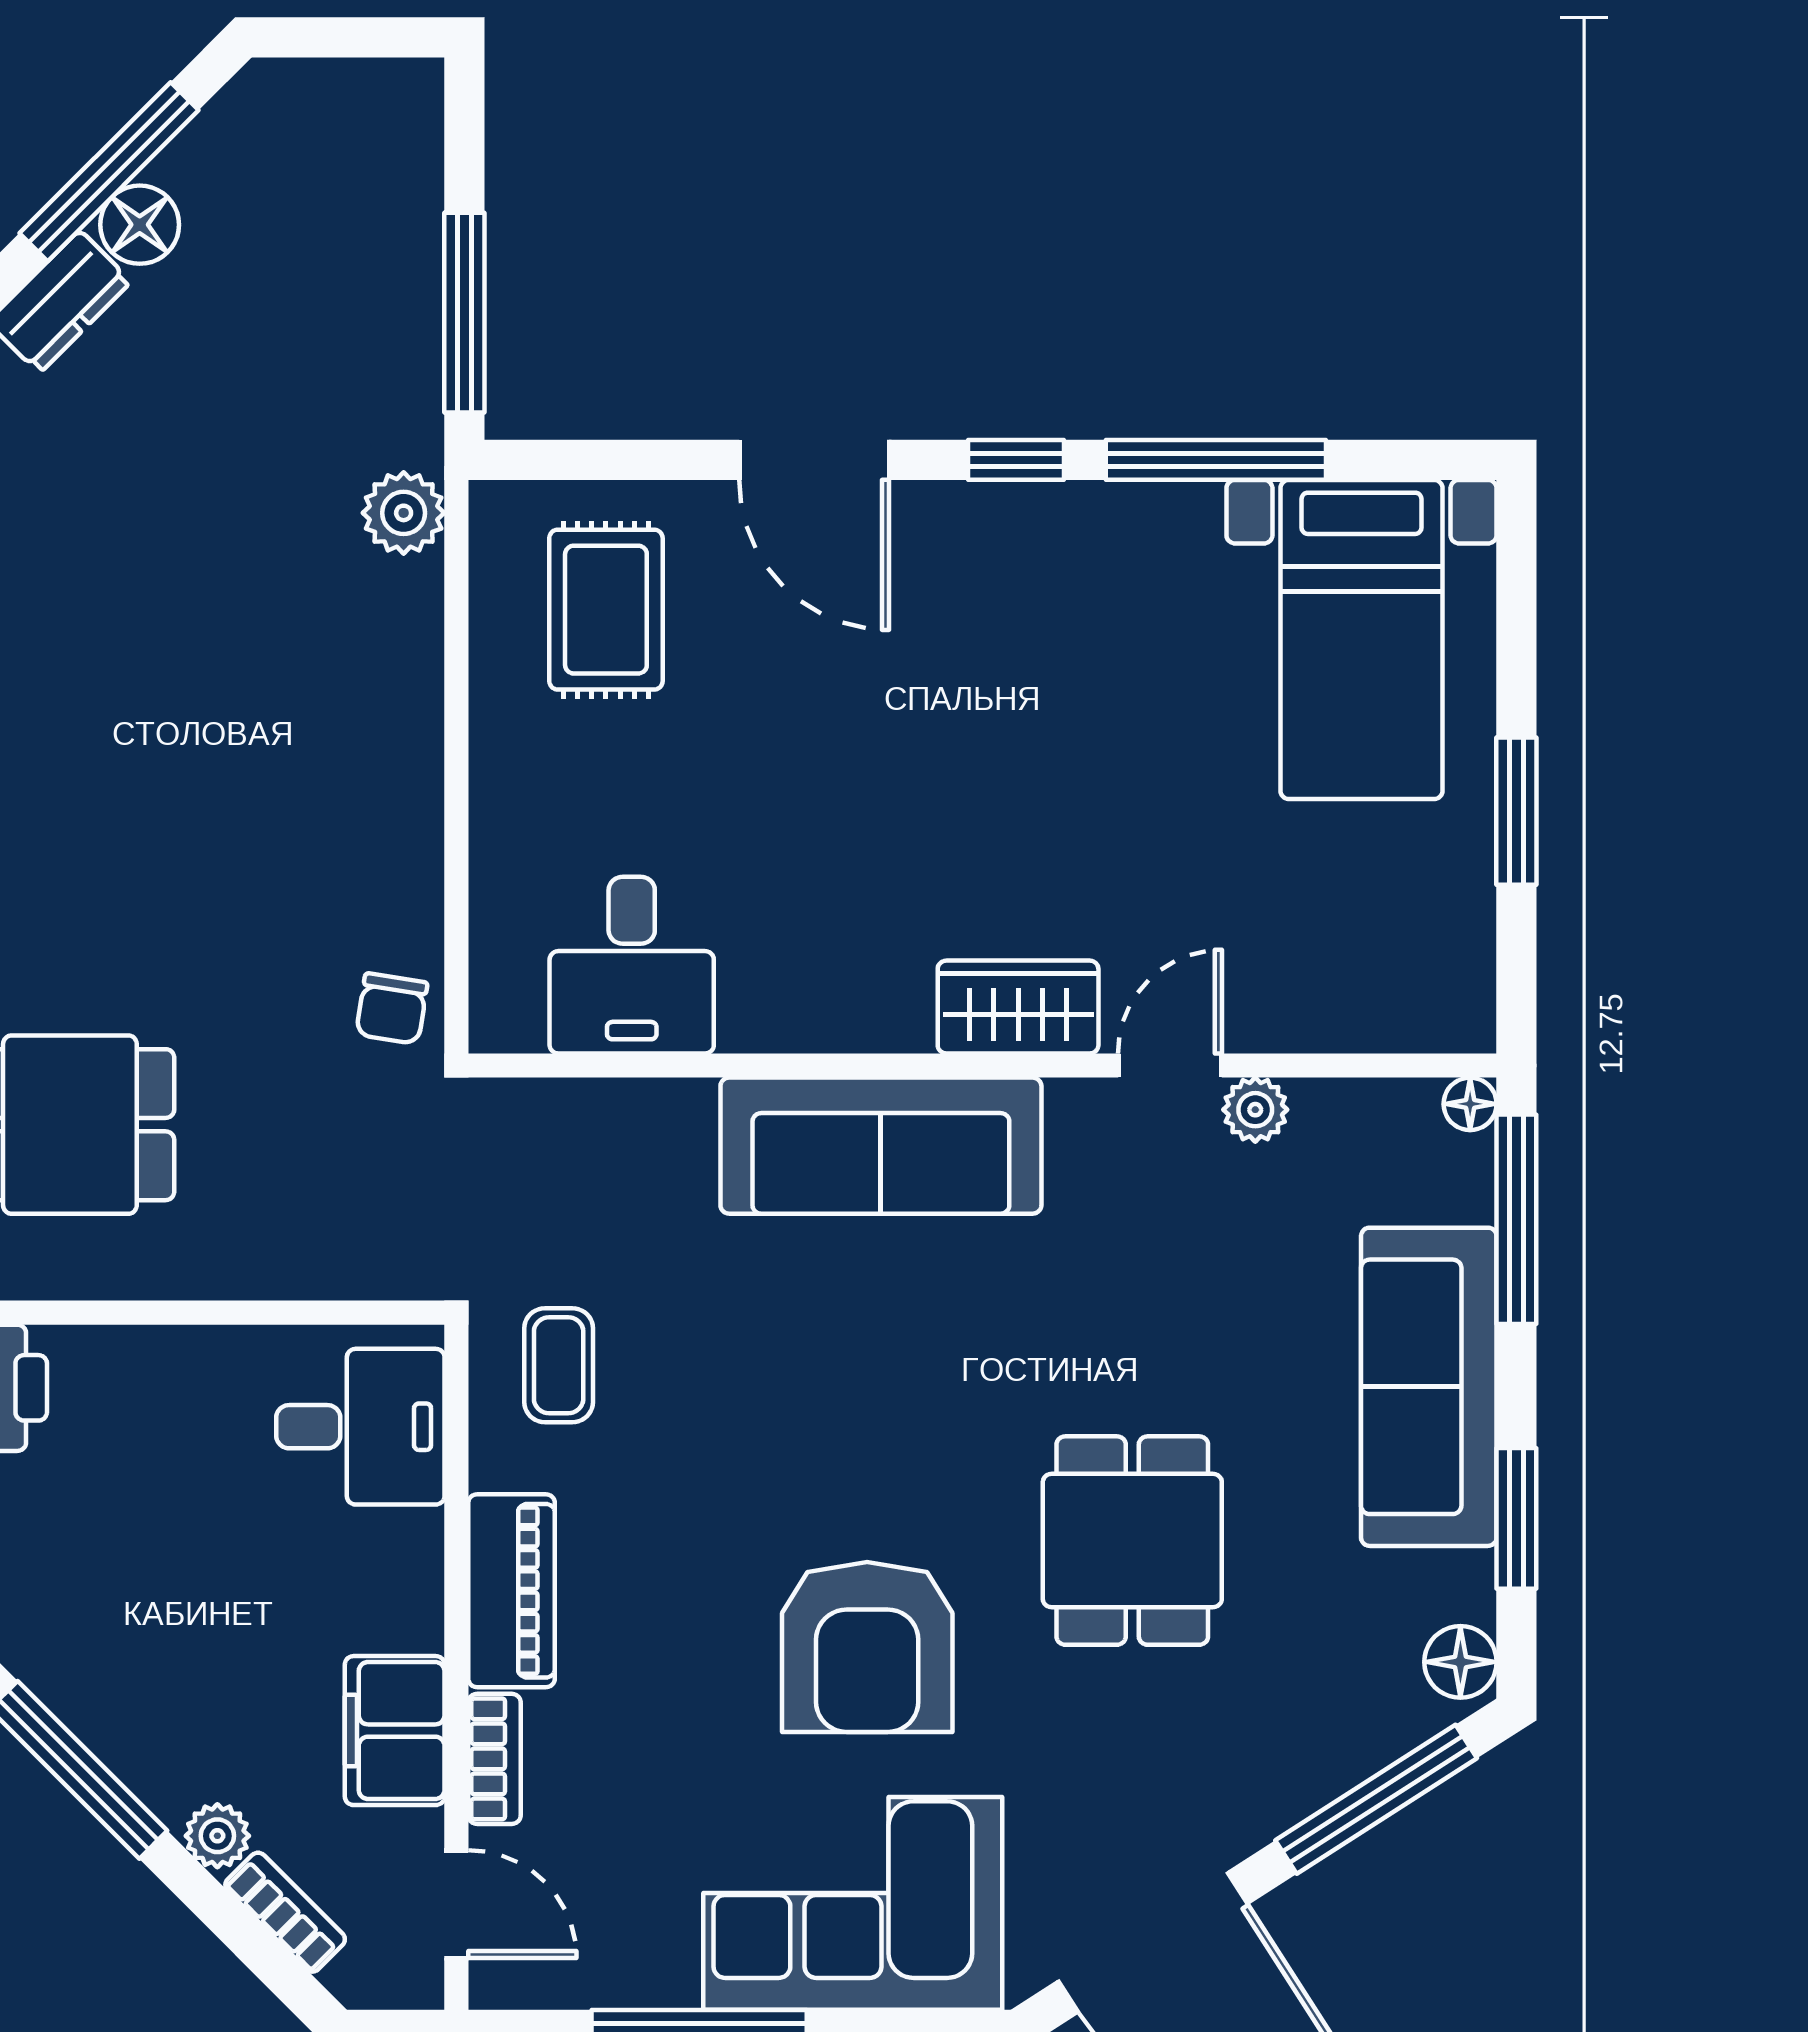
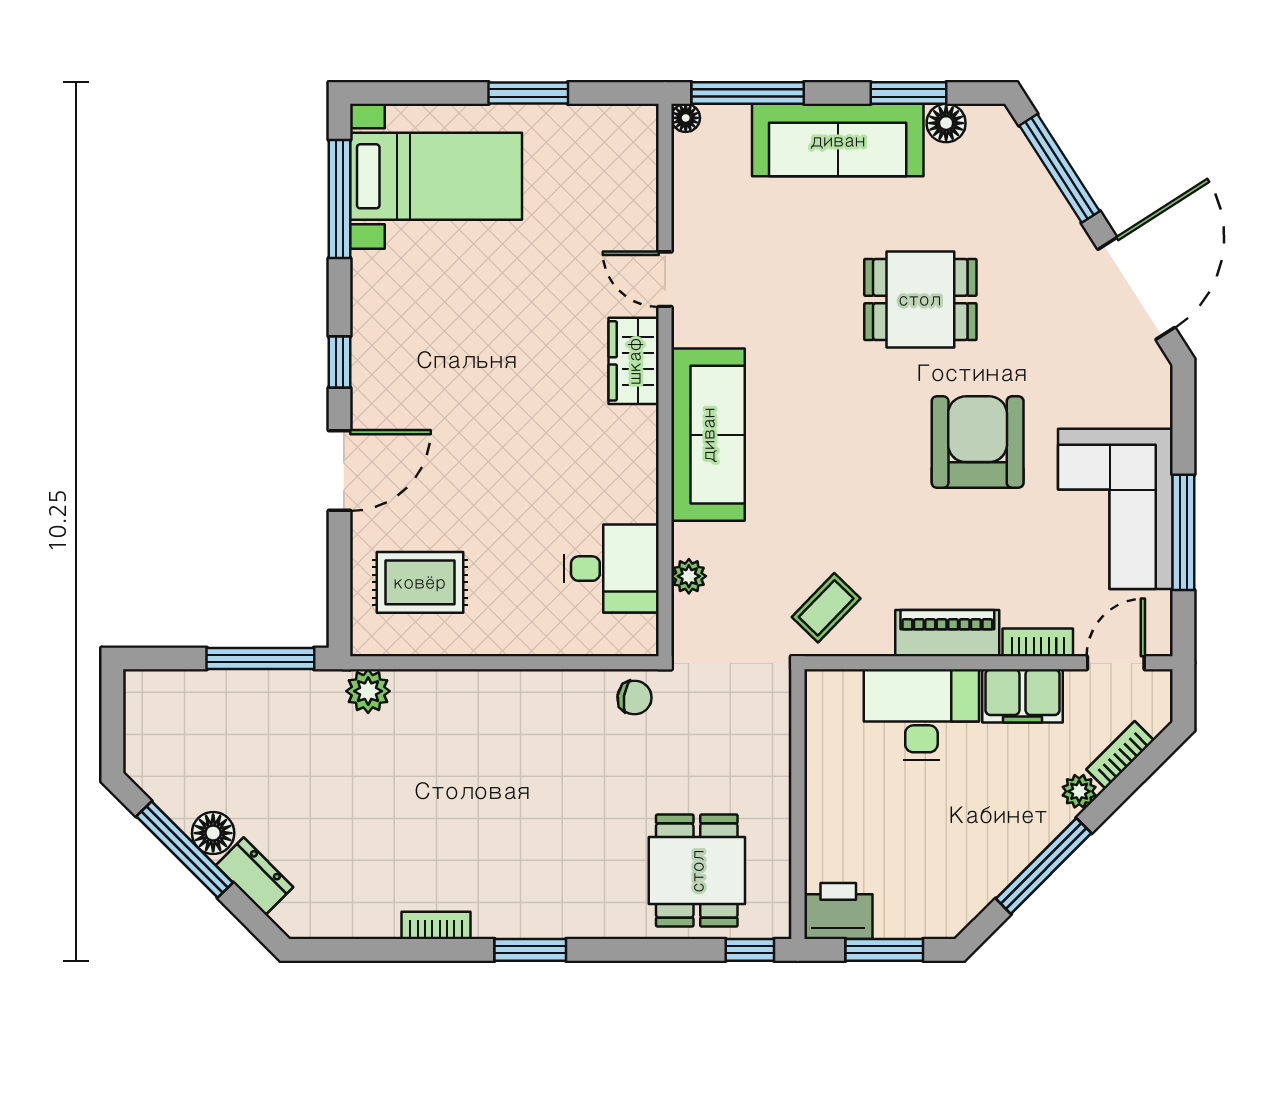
window: (1216, 460) -> (339, 199), moved
plant: (1255, 1110) -> (689, 576), moved
coffee table: (559, 1365) -> (826, 608), turned -46
desk: (360, 1427) -> (921, 714), moved, width x1.37
armchair: (867, 1647) -> (978, 442), turned -90
floor lamp: (1460, 1662) -> (946, 123), moved
corner sofa: (853, 1903) -> (1115, 509), moved

